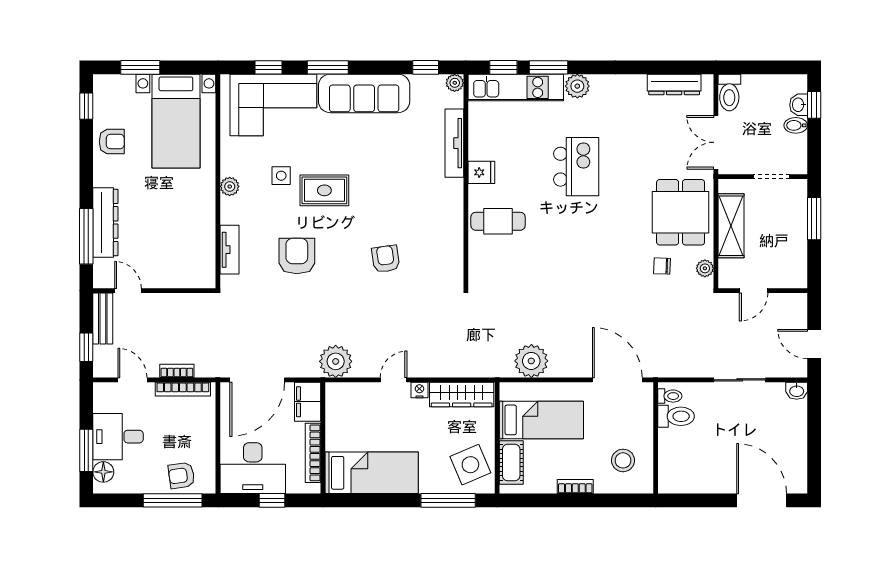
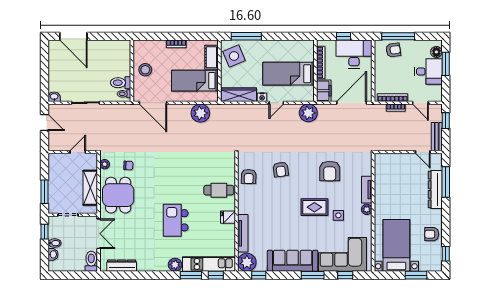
plant: (455, 83) -> (247, 262), width x1.87, depth x1.87
window: (814, 105) -> (44, 232), moved
armchair: (444, 246) -> (249, 177), added
tv unit: (230, 250) -> (367, 190), moved
stool: (623, 460) -> (145, 70), moved
bed: (372, 473) -> (288, 74), moved

